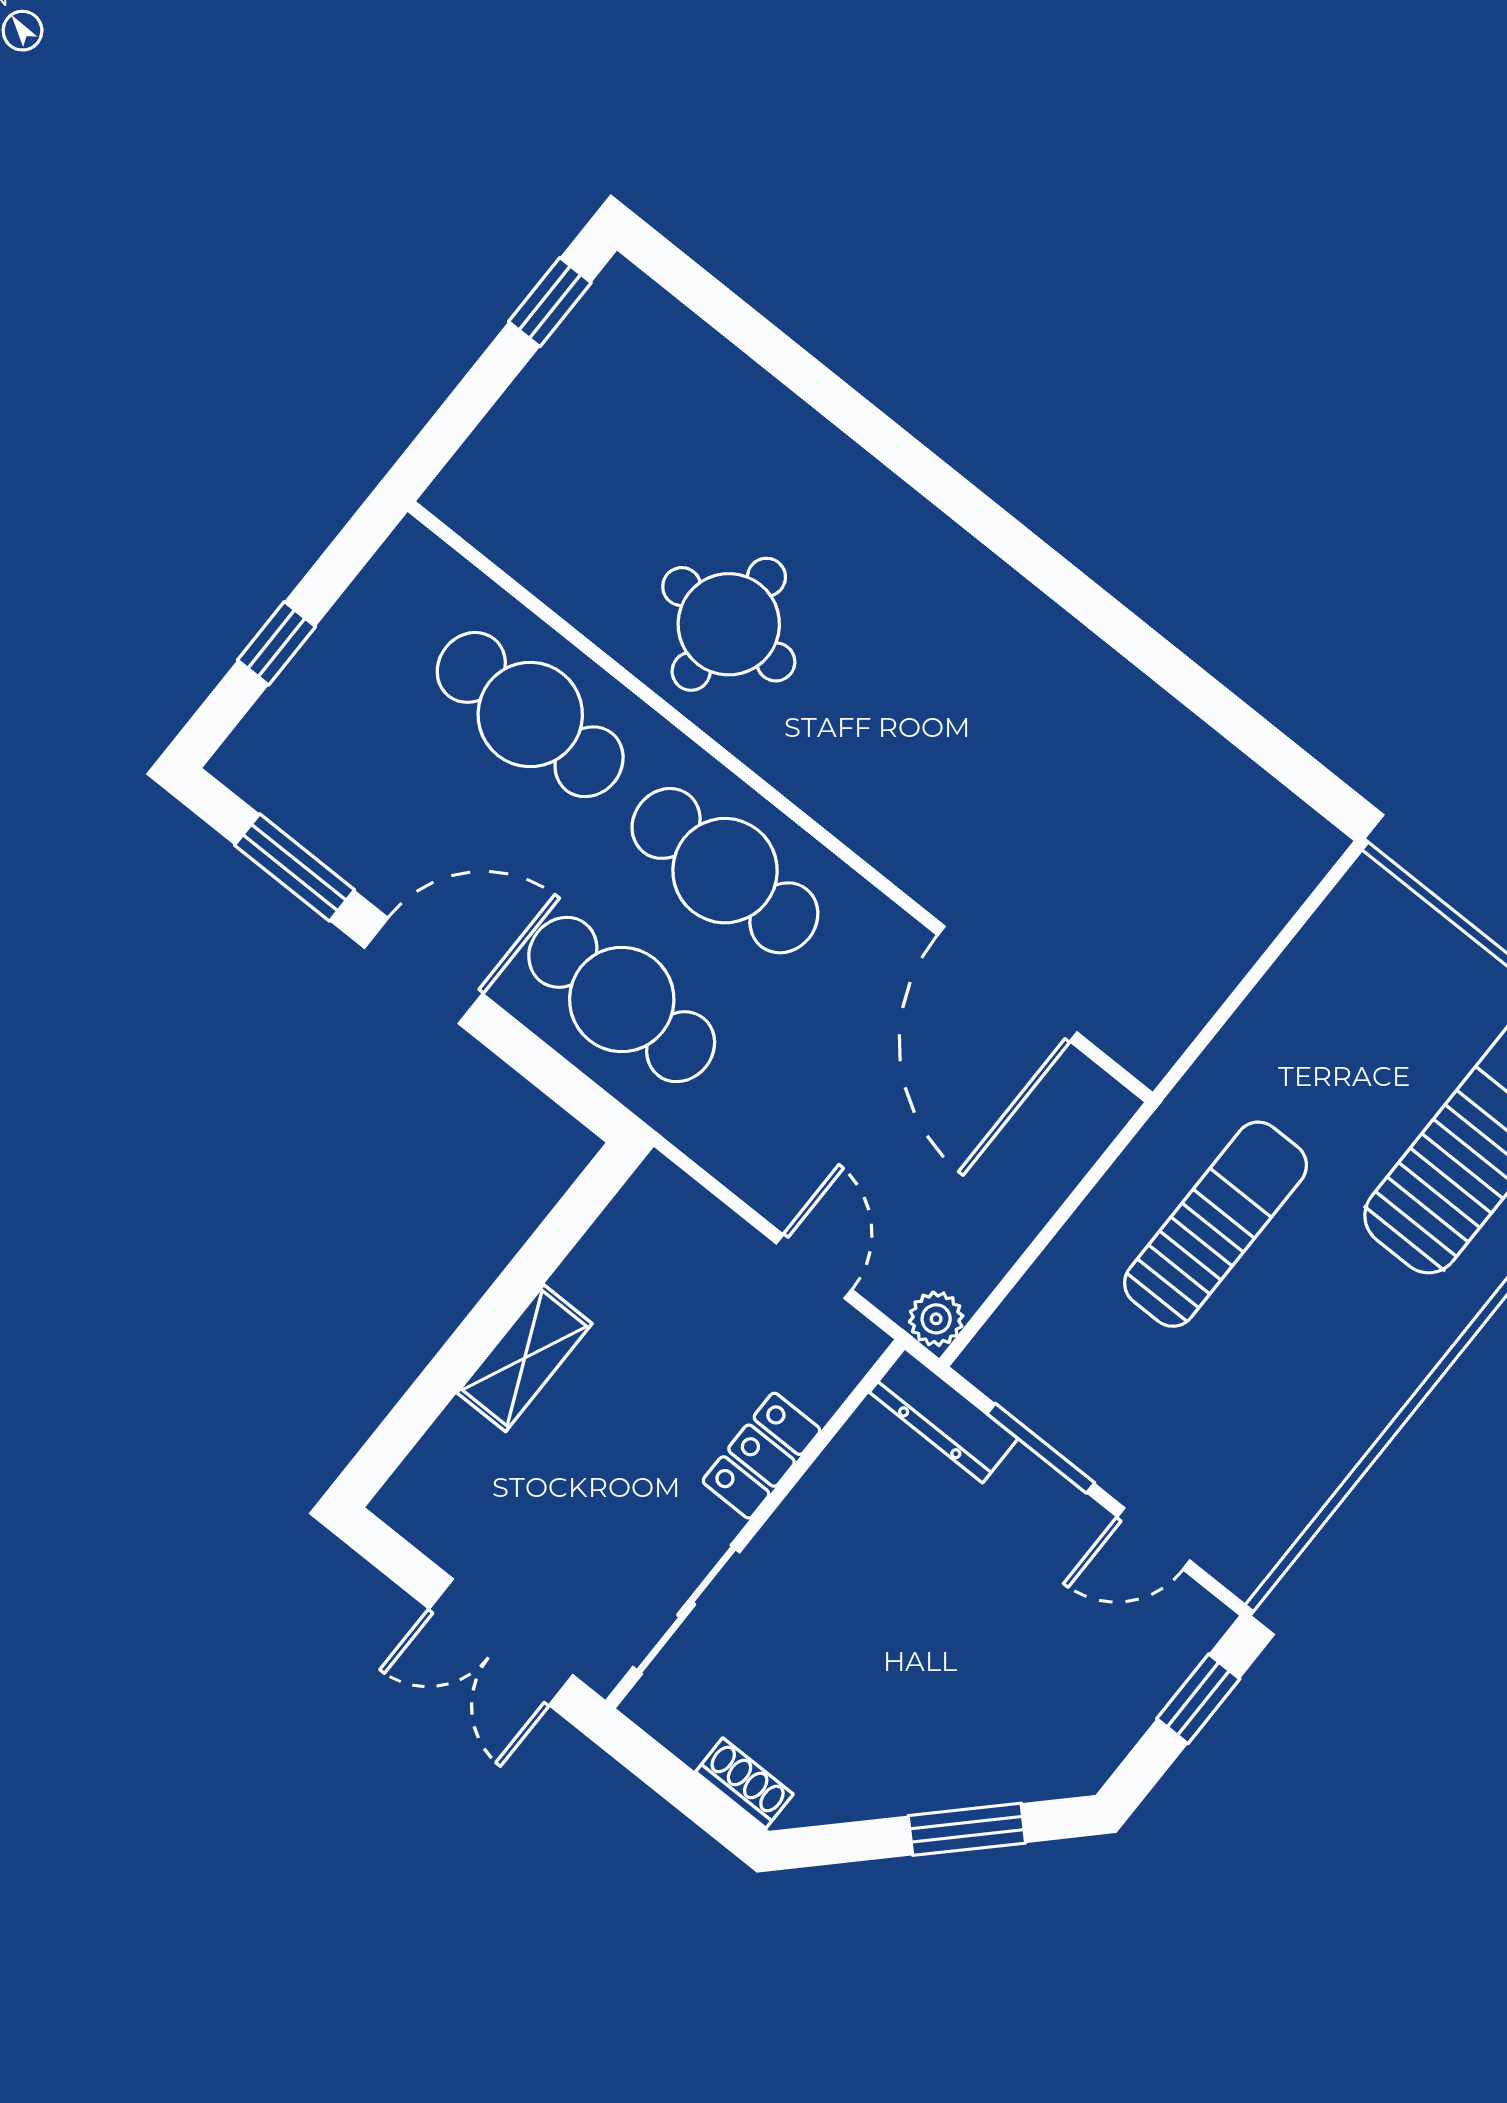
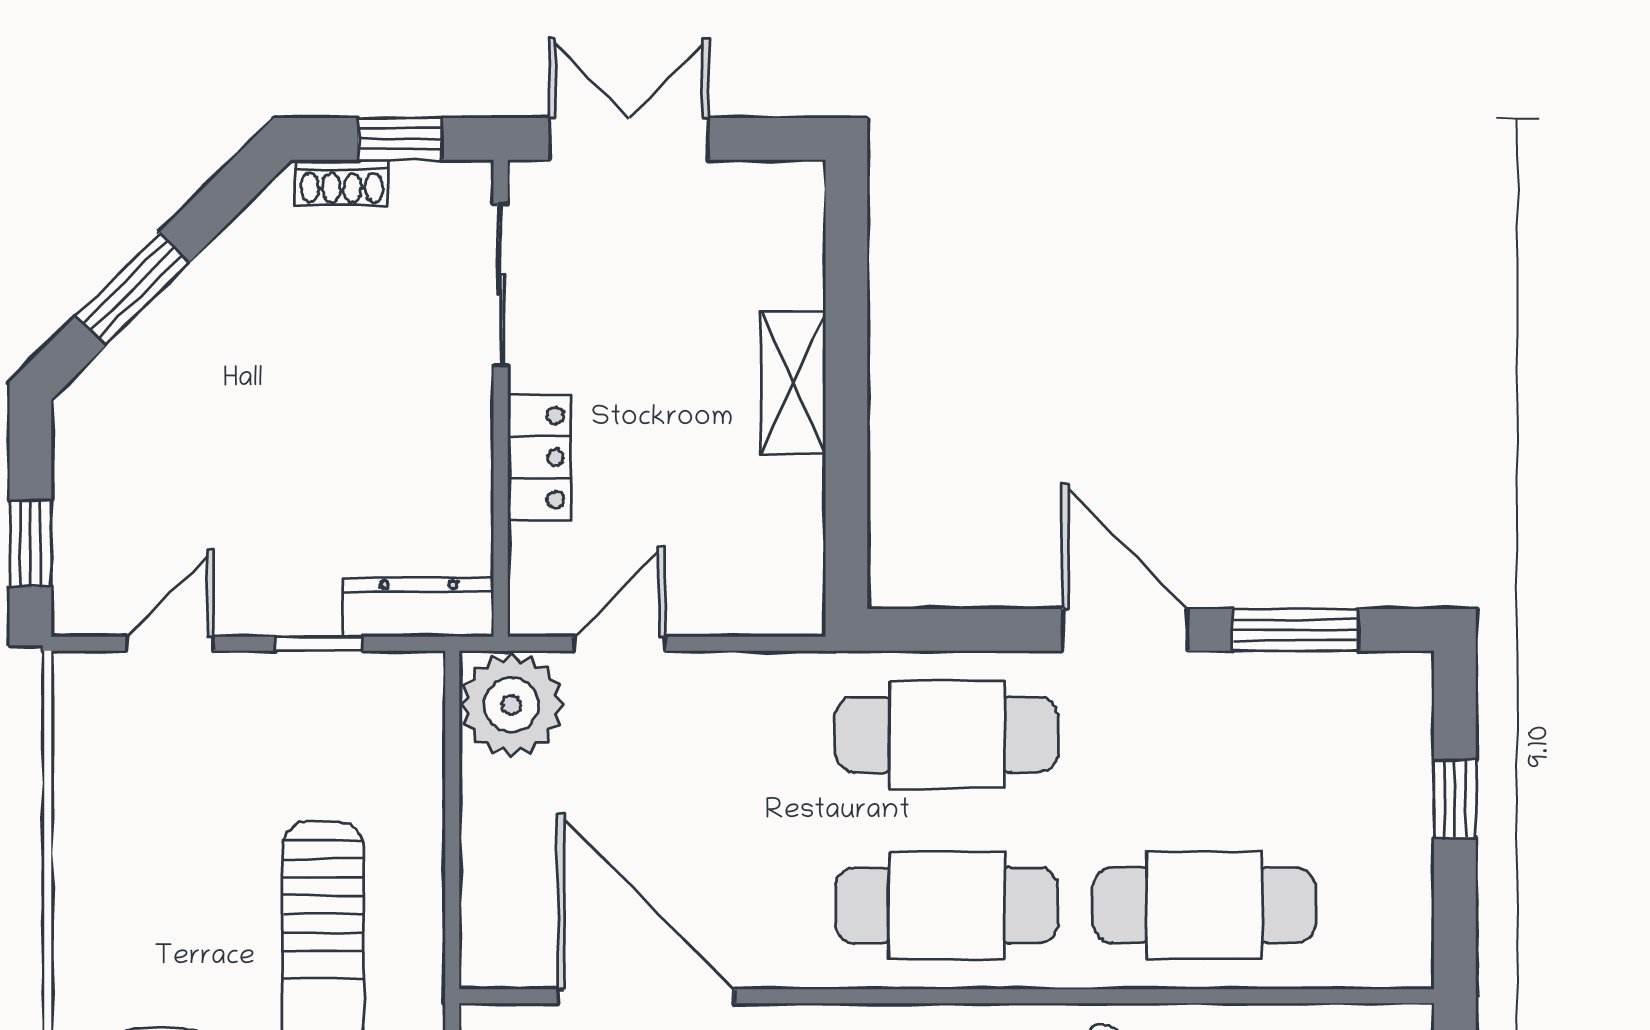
door: (423, 971) -> (1125, 630), swing flipped
door: (814, 1266) -> (619, 644), swing flipped
plant: (936, 1319) -> (511, 705), width x1.88, depth x1.88
window: (1041, 1448) -> (319, 644), width x0.67
window: (674, 1781) -> (400, 139), added

